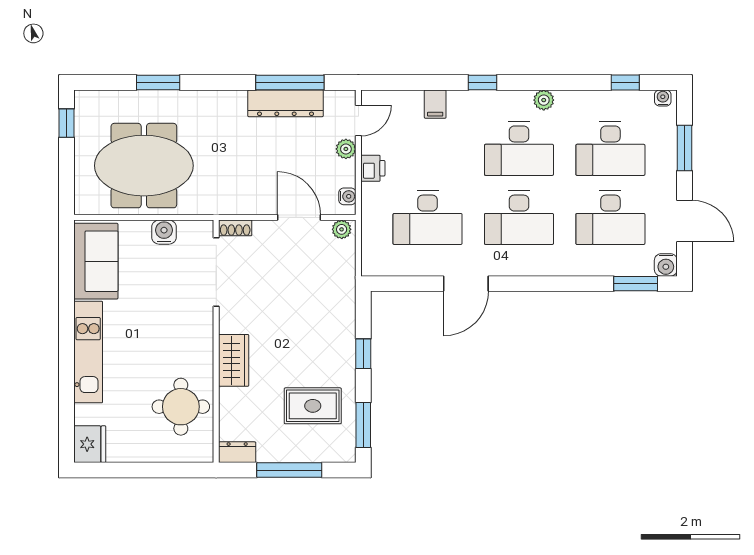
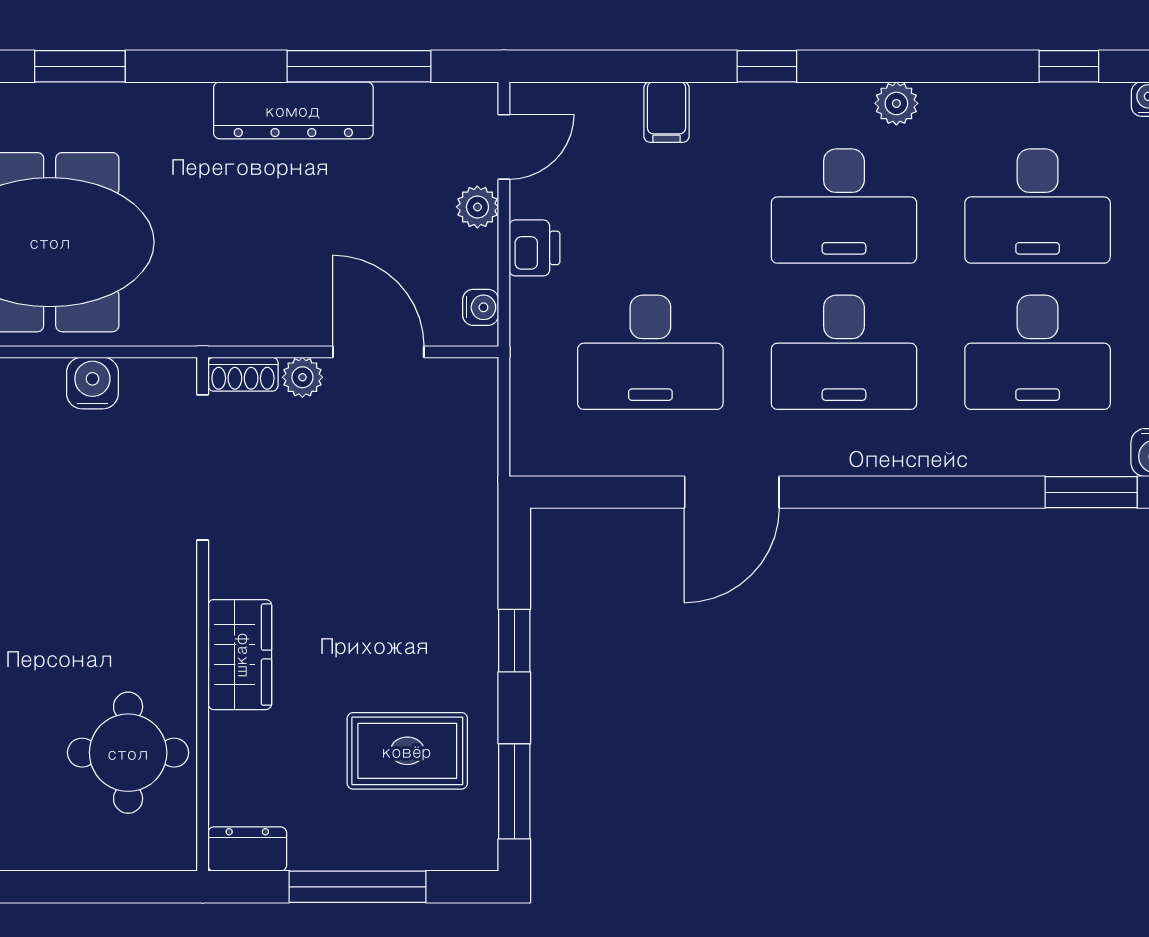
dresser: (285, 103) -> (293, 110), moved
plant: (342, 229) -> (302, 377), moved

